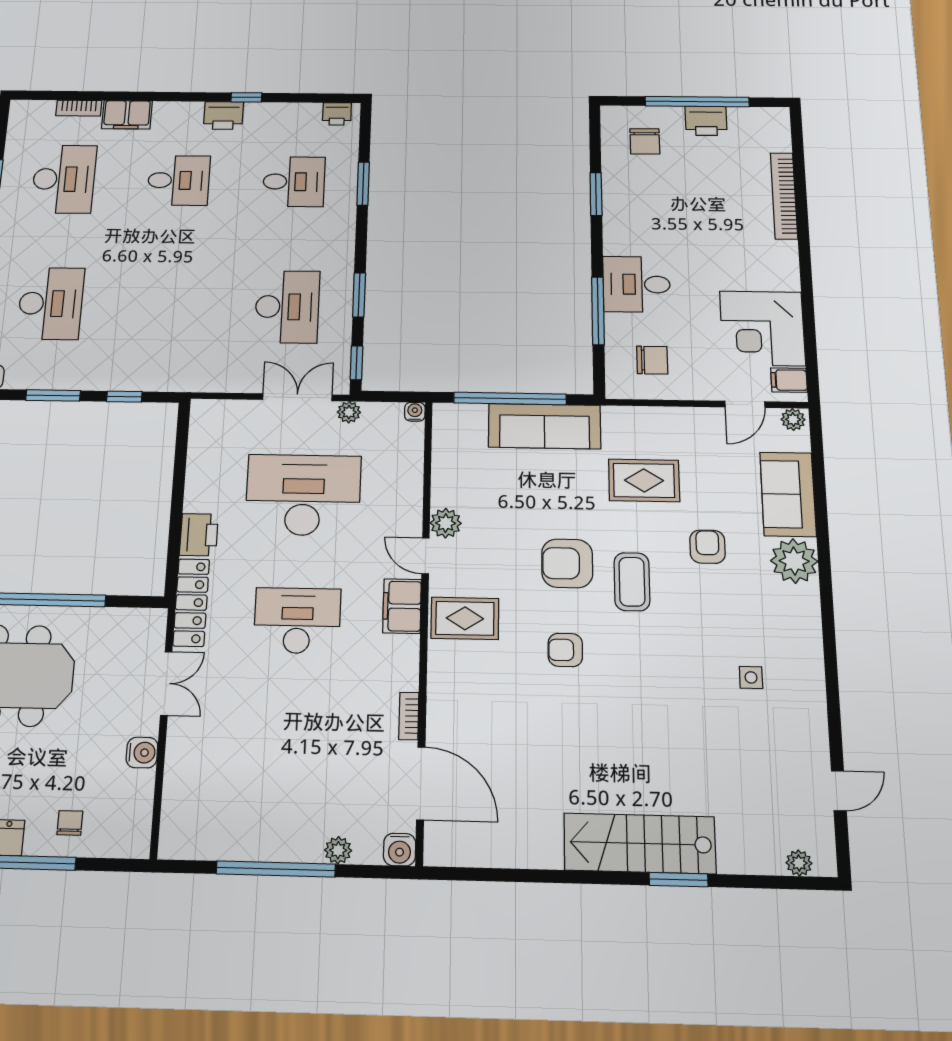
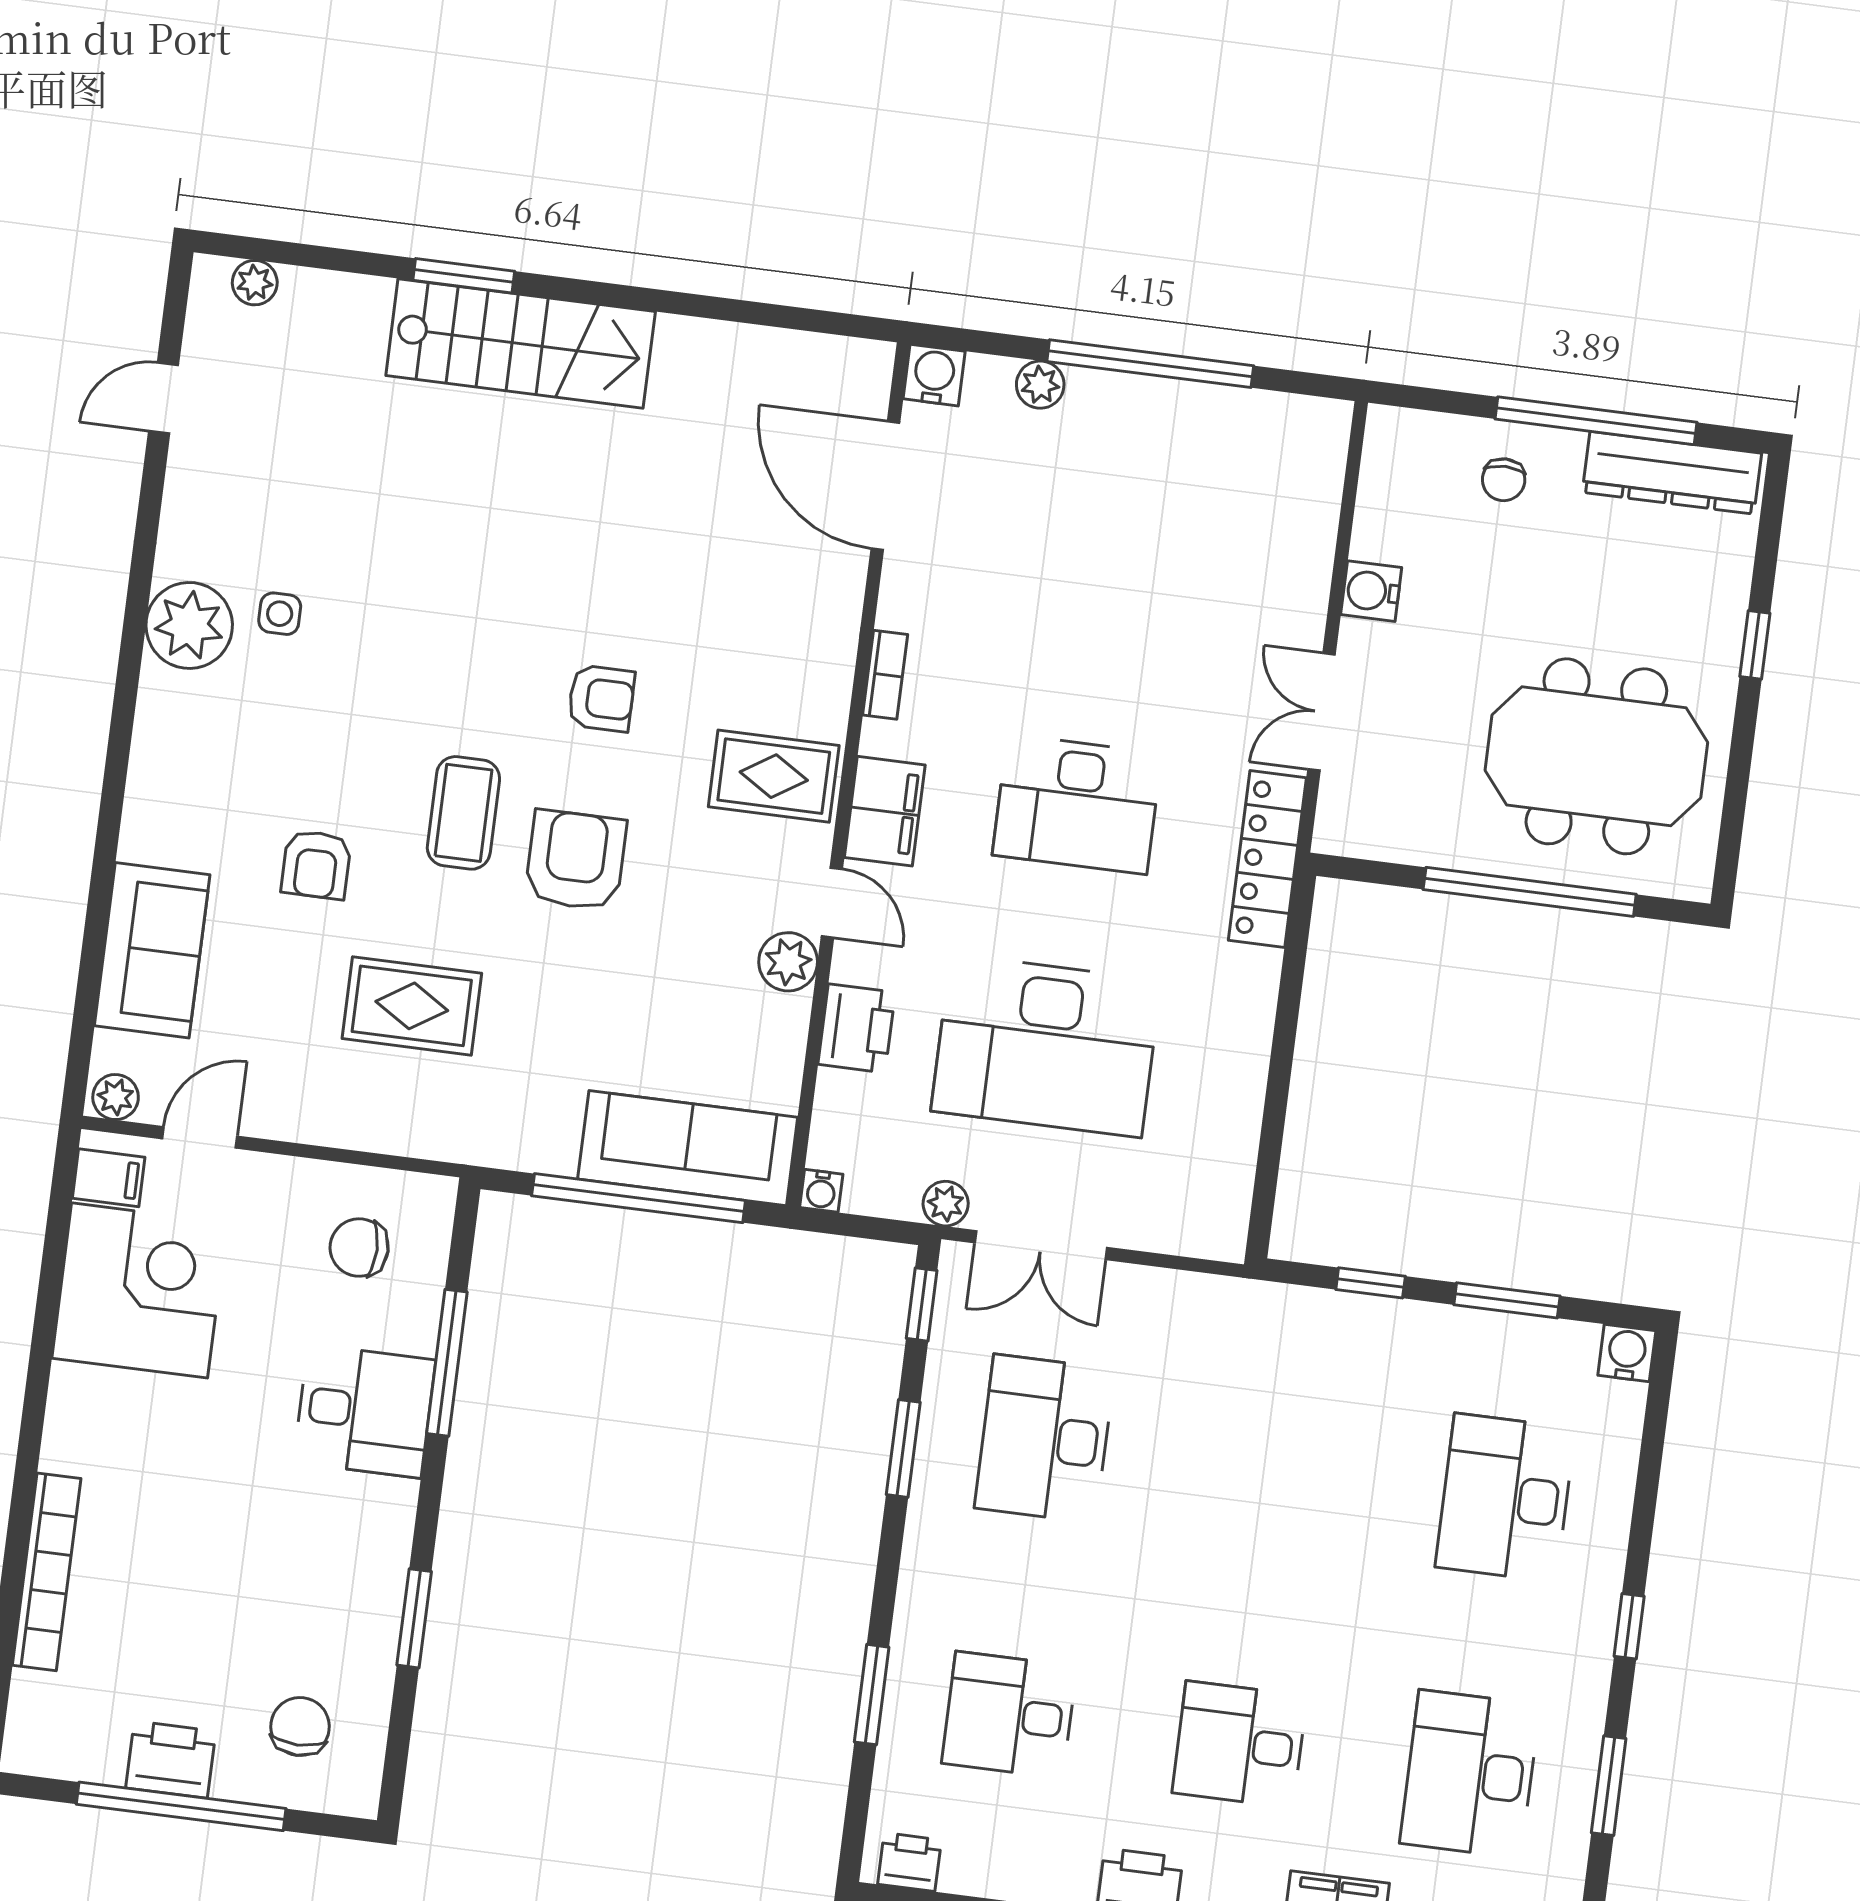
sofa: (544, 426) -> (688, 1148), moved
printer: (199, 535) -> (857, 1028), moved, turned 180
plant: (794, 561) -> (189, 625), moved
armchair: (567, 563) -> (576, 860), turned -90
bookcase: (409, 716) -> (885, 675), moved

